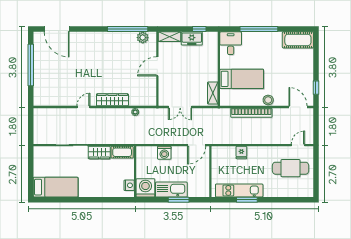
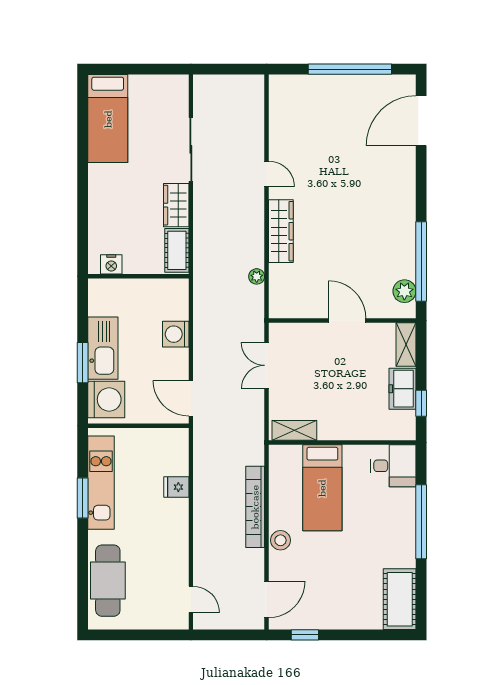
cafe table: (291, 168) -> (108, 581), moved
washing machine: (145, 188) -> (106, 399), moved

